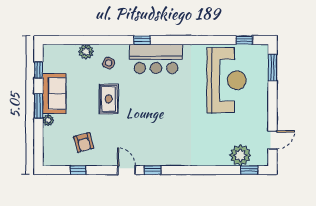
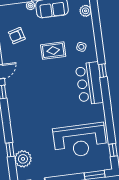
plant: (86, 52) -> (86, 11), moved
window: (249, 170) -> (10, 150), moved

